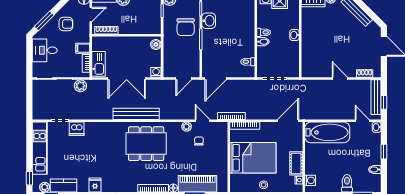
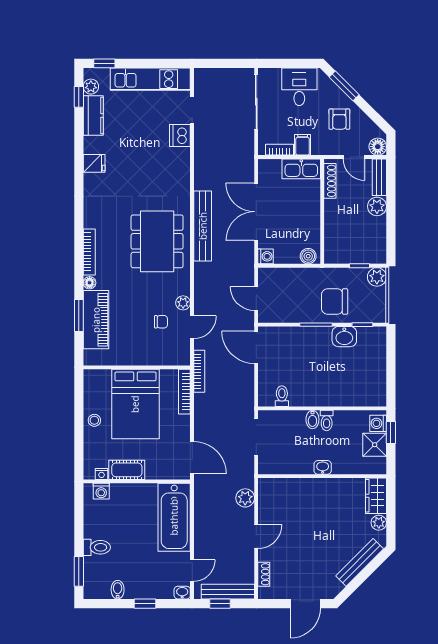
kitchen sink: (99, 64) -> (301, 169), moved
plant: (80, 86) -> (245, 498), moved

